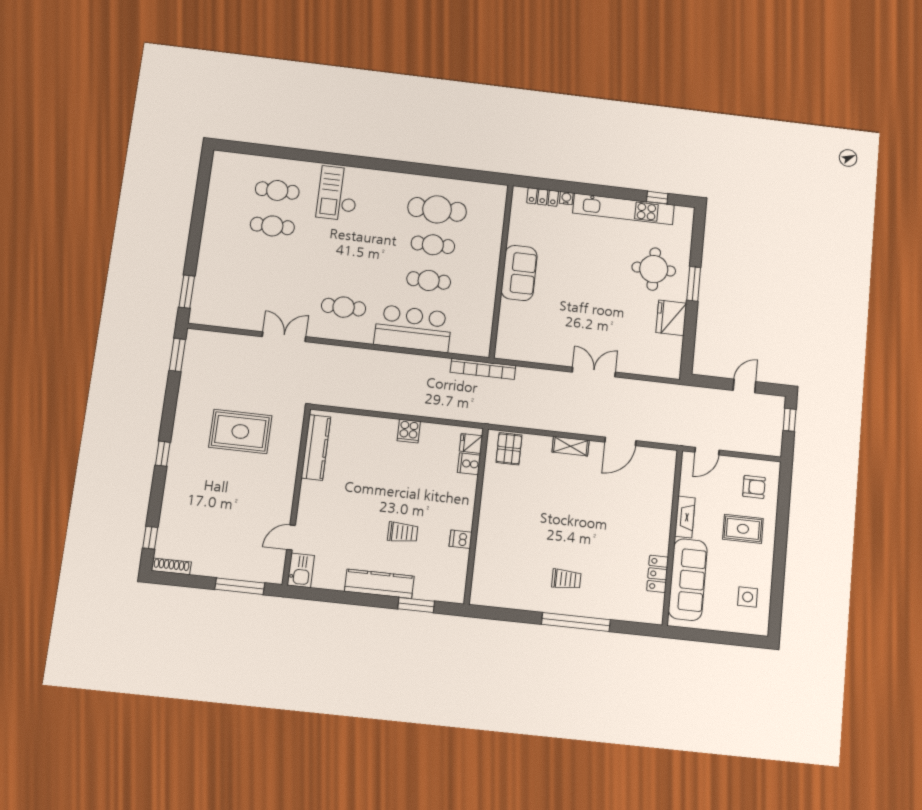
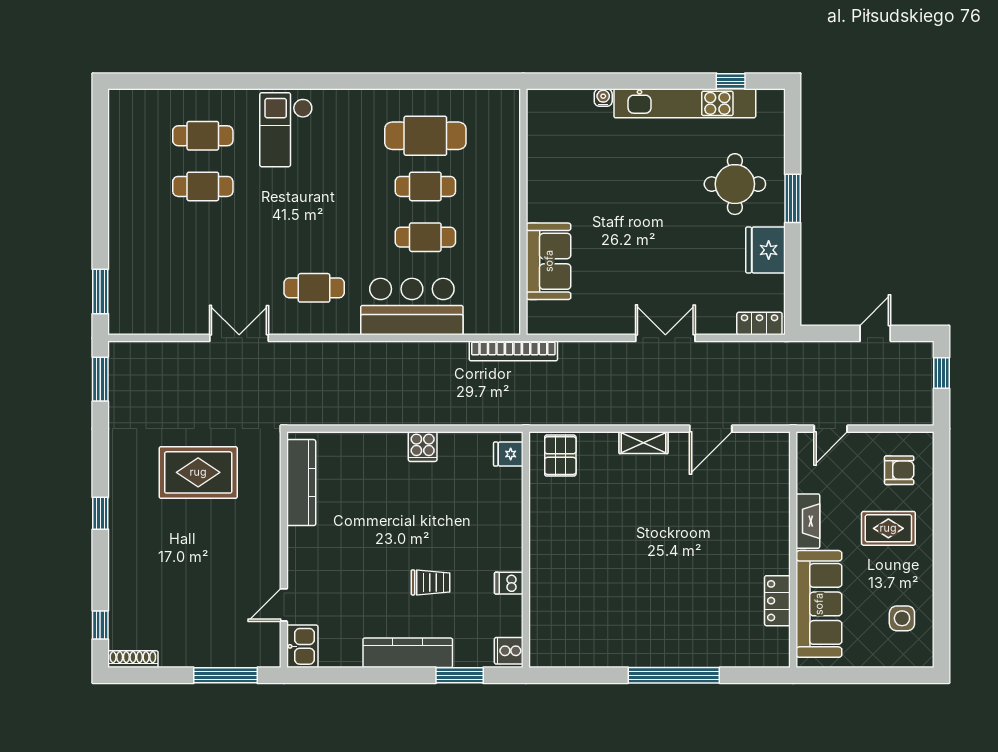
locker: (543, 197) -> (759, 324), moved, turned 180
sofa: (519, 273) -> (549, 261), moved
cooker: (469, 464) -> (509, 651), moved
trolley: (566, 579) -> (655, 621), removed

